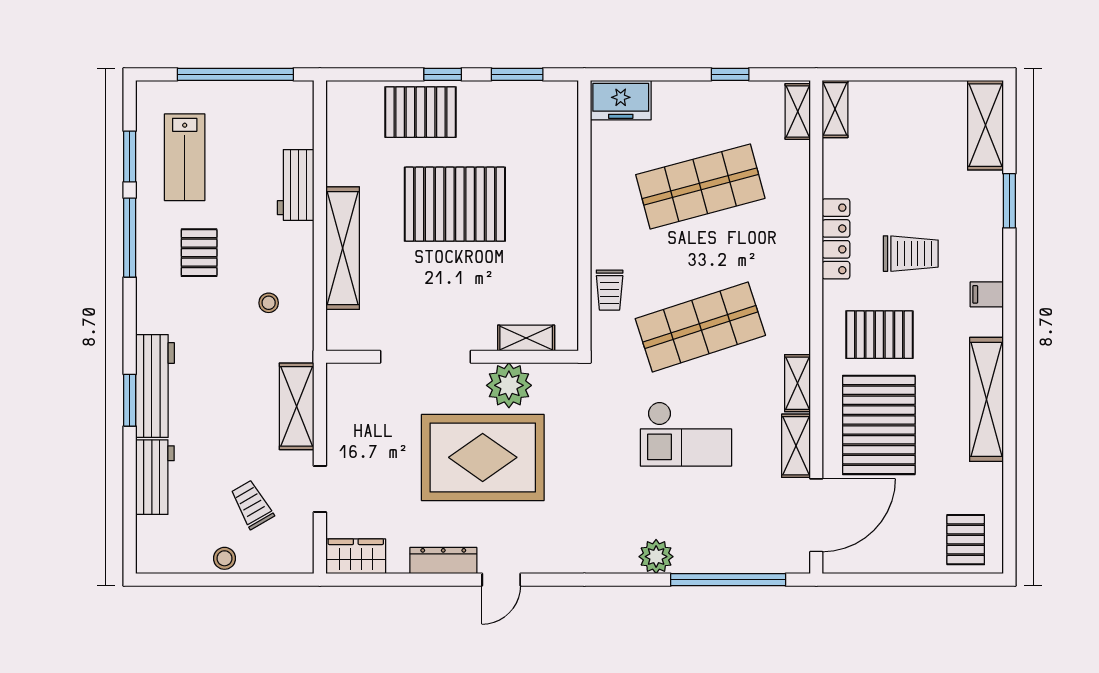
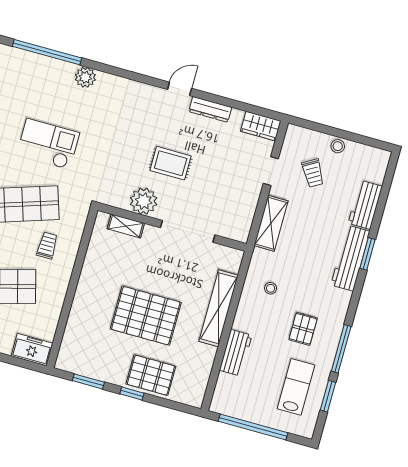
trolley: (610, 290) -> (47, 245), moved
rug: (483, 457) -> (171, 163), width x0.54, depth x0.49

